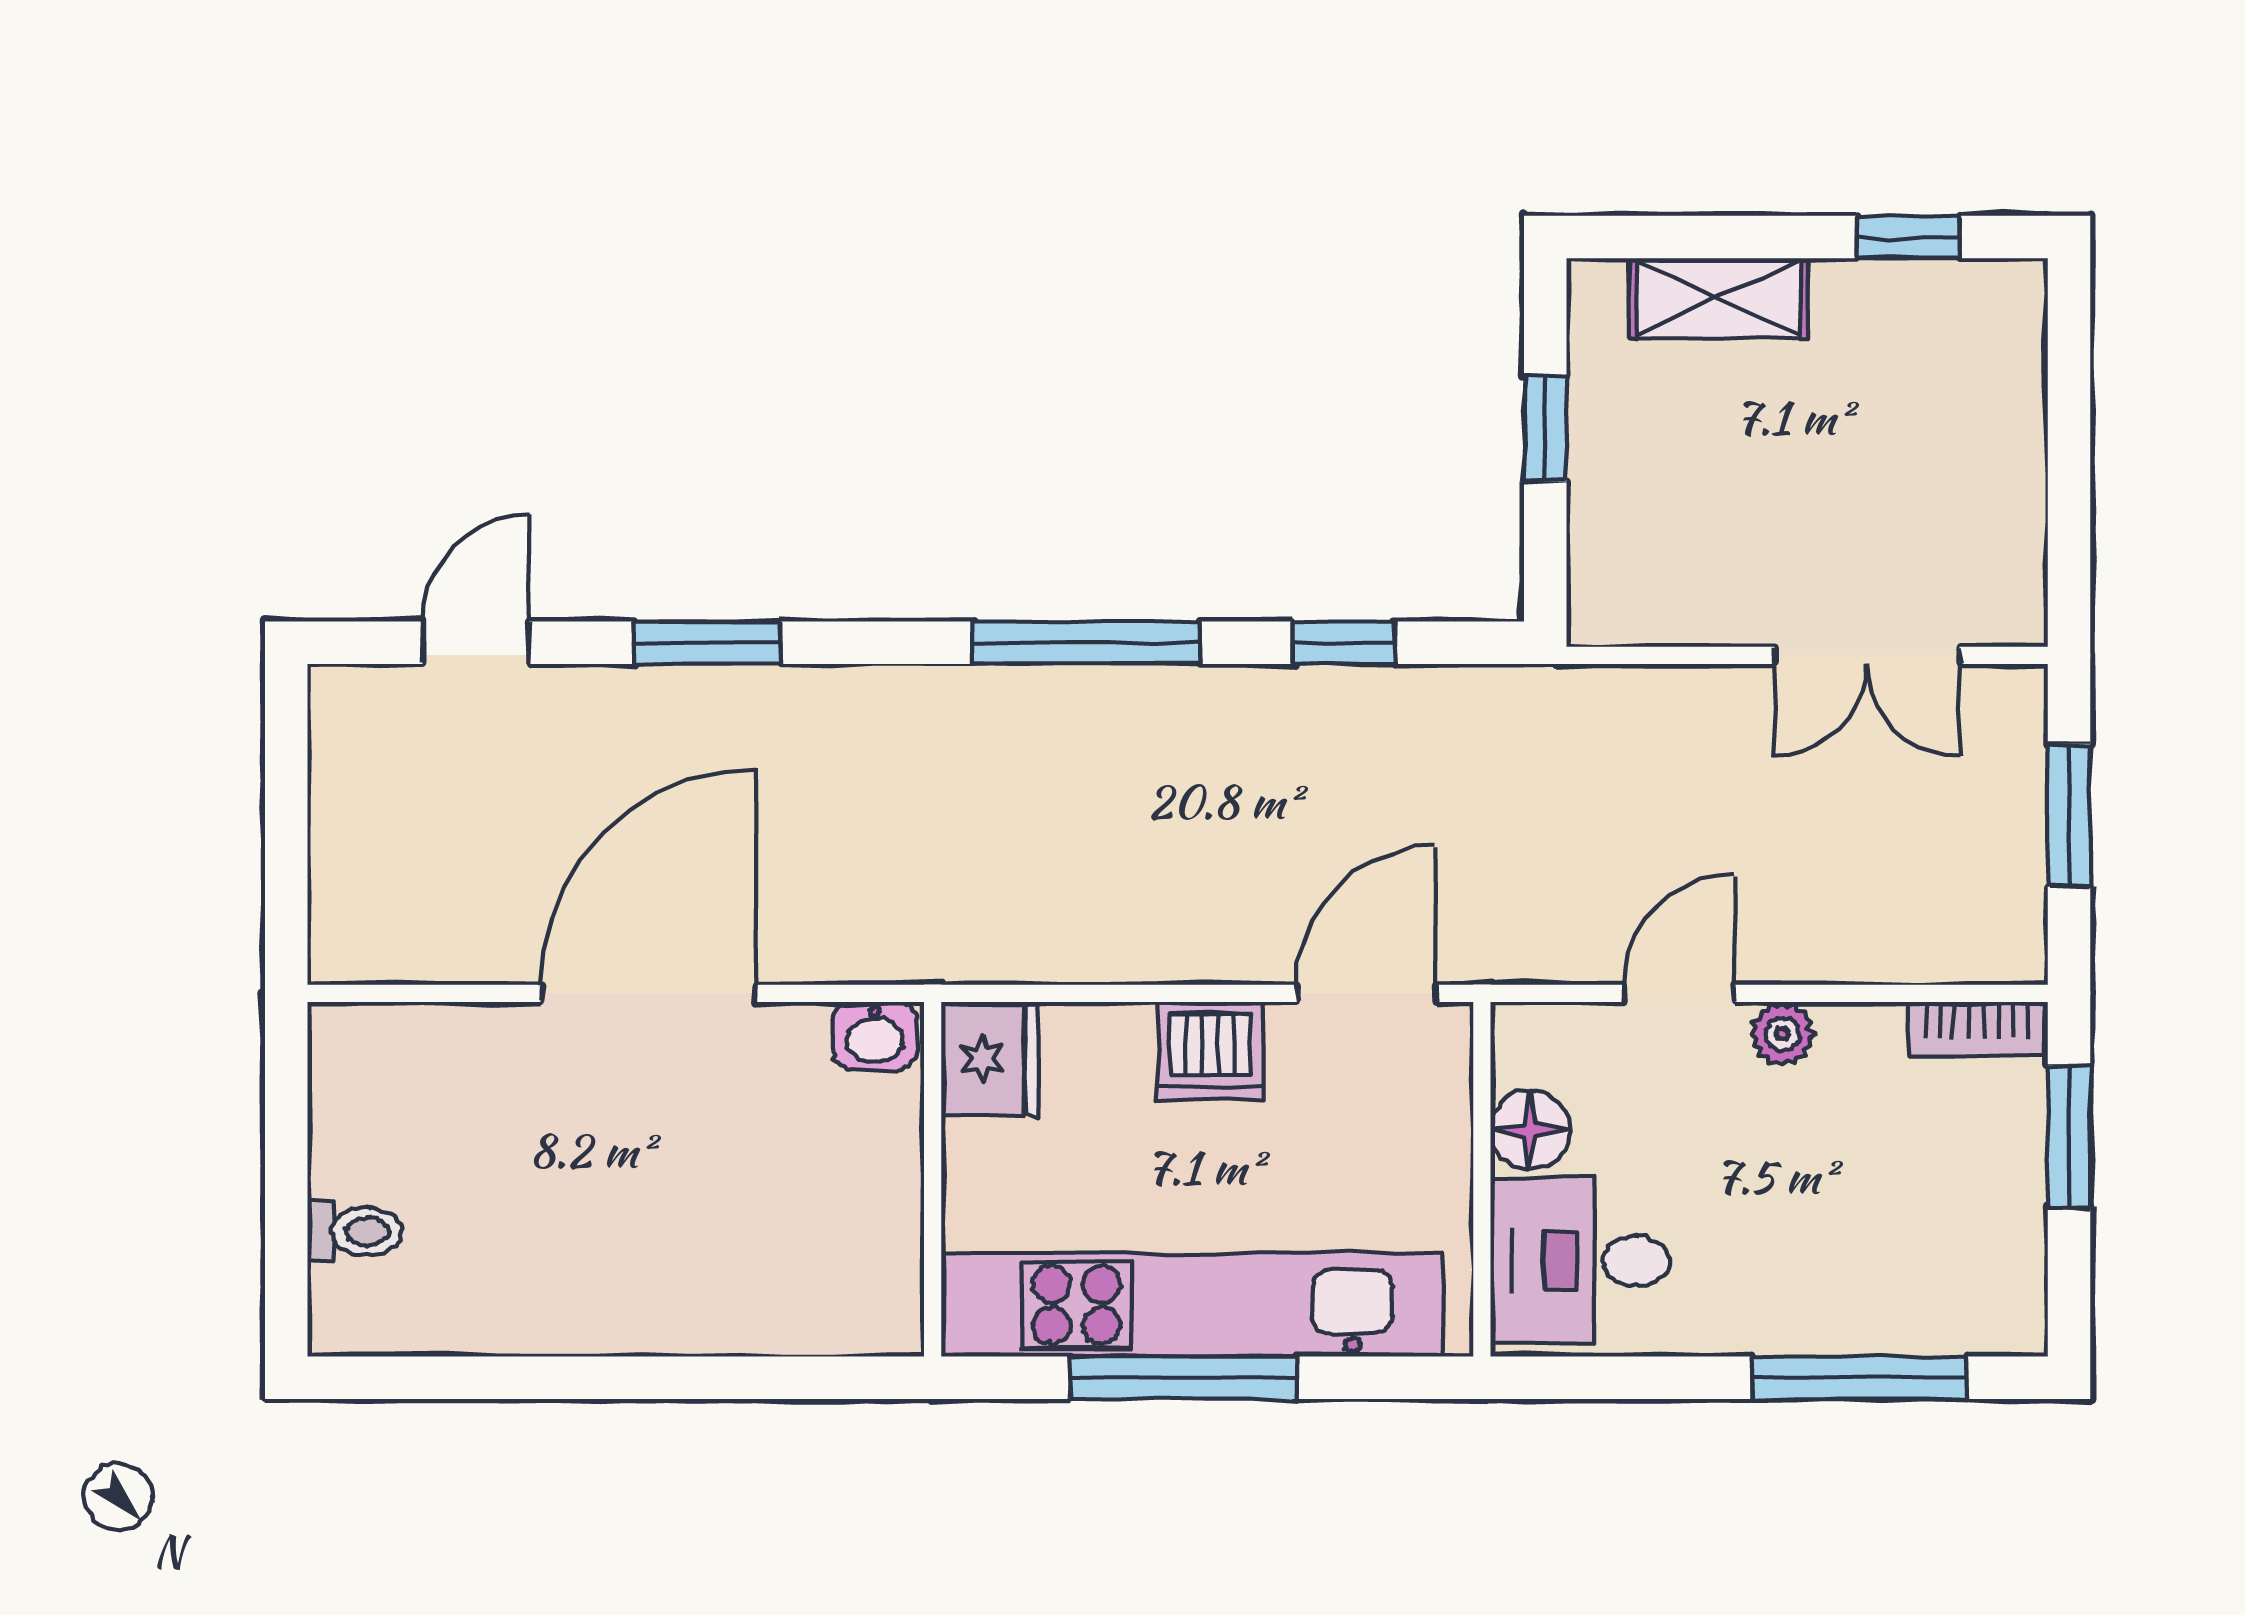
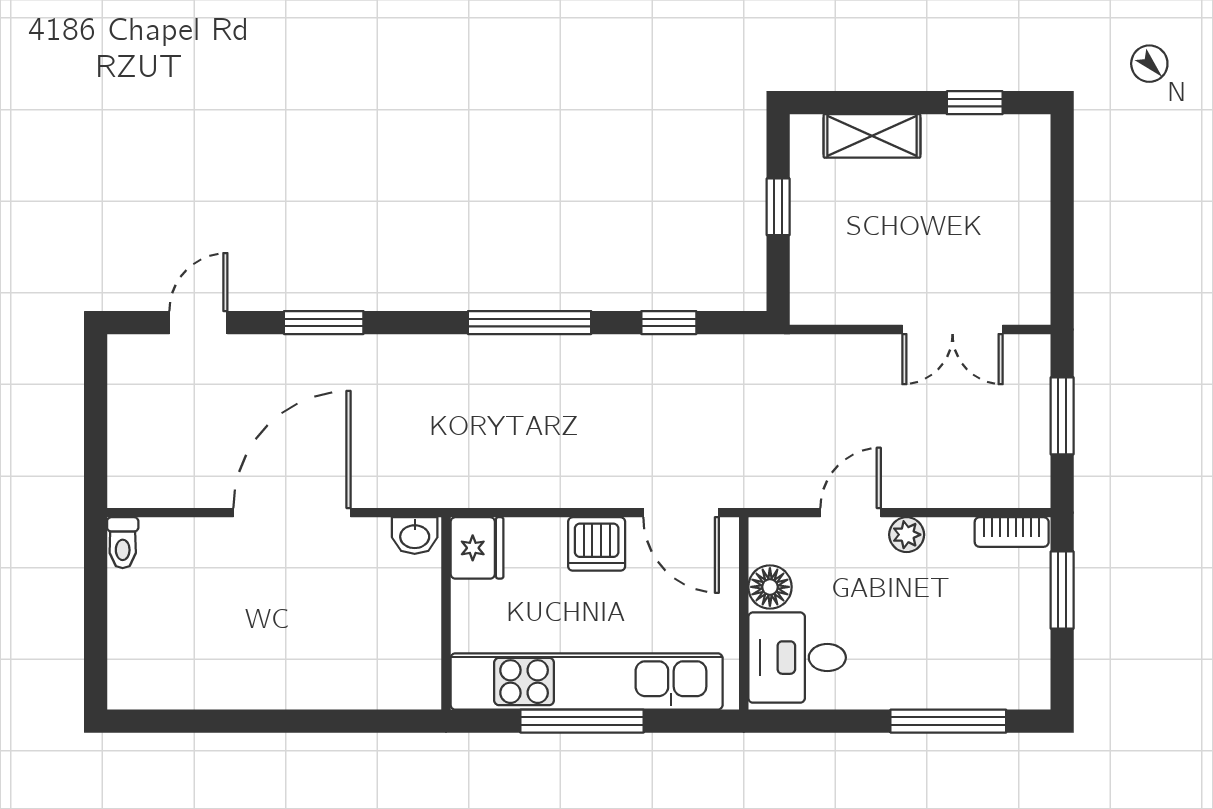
door: (1366, 993) -> (681, 513), swing flipped
toilet: (354, 1231) -> (123, 543), moved, turned 90

